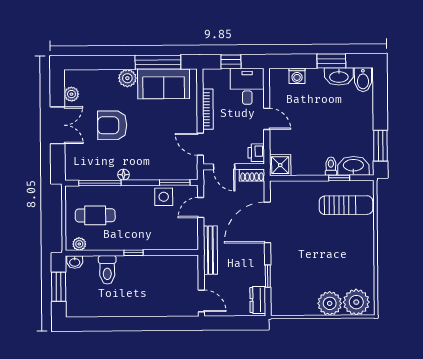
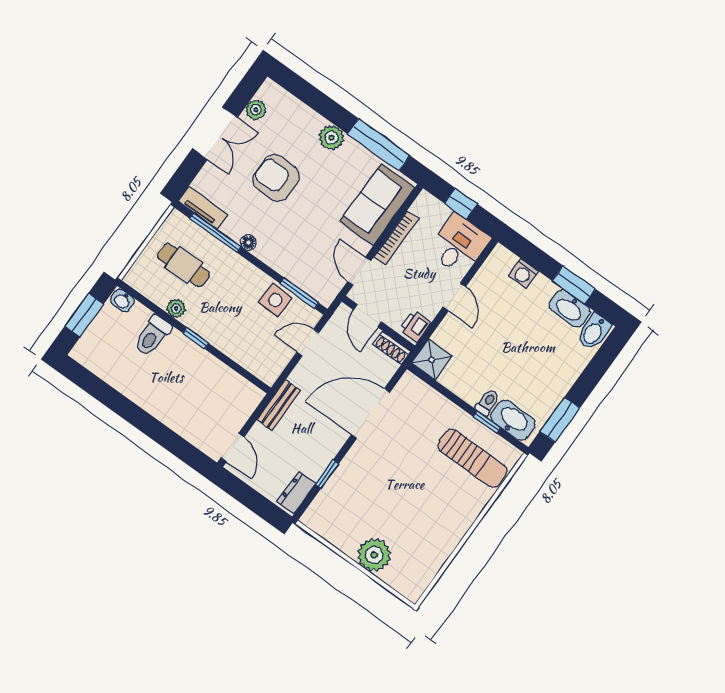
sofa: (164, 84) -> (377, 205), moved, turned 90
tv unit: (82, 174) -> (203, 208), added
plant: (79, 244) -> (176, 308), moved
bench: (210, 250) -> (279, 405), width x0.73
plant: (356, 302) -> (405, 575), removed

